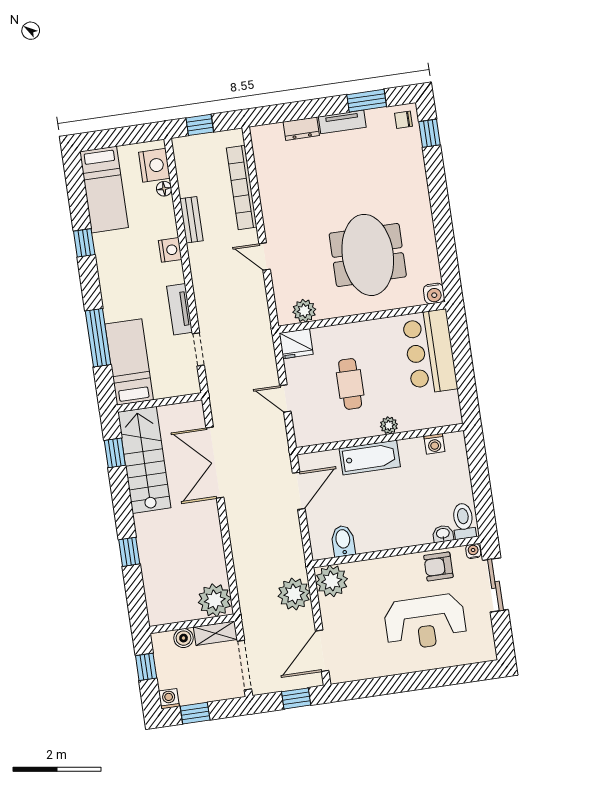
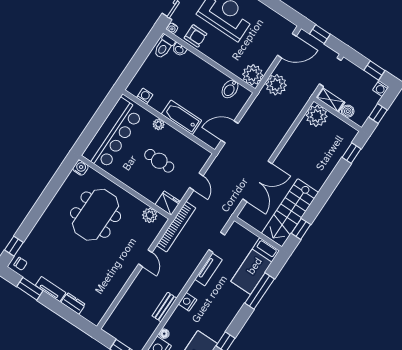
bookcase: (242, 187) -> (176, 227), moved
bar counter: (430, 352) -> (113, 134), width x1.36
cafe table: (350, 384) -> (159, 161), turned 90
window: (129, 552) -> (352, 153), moved

